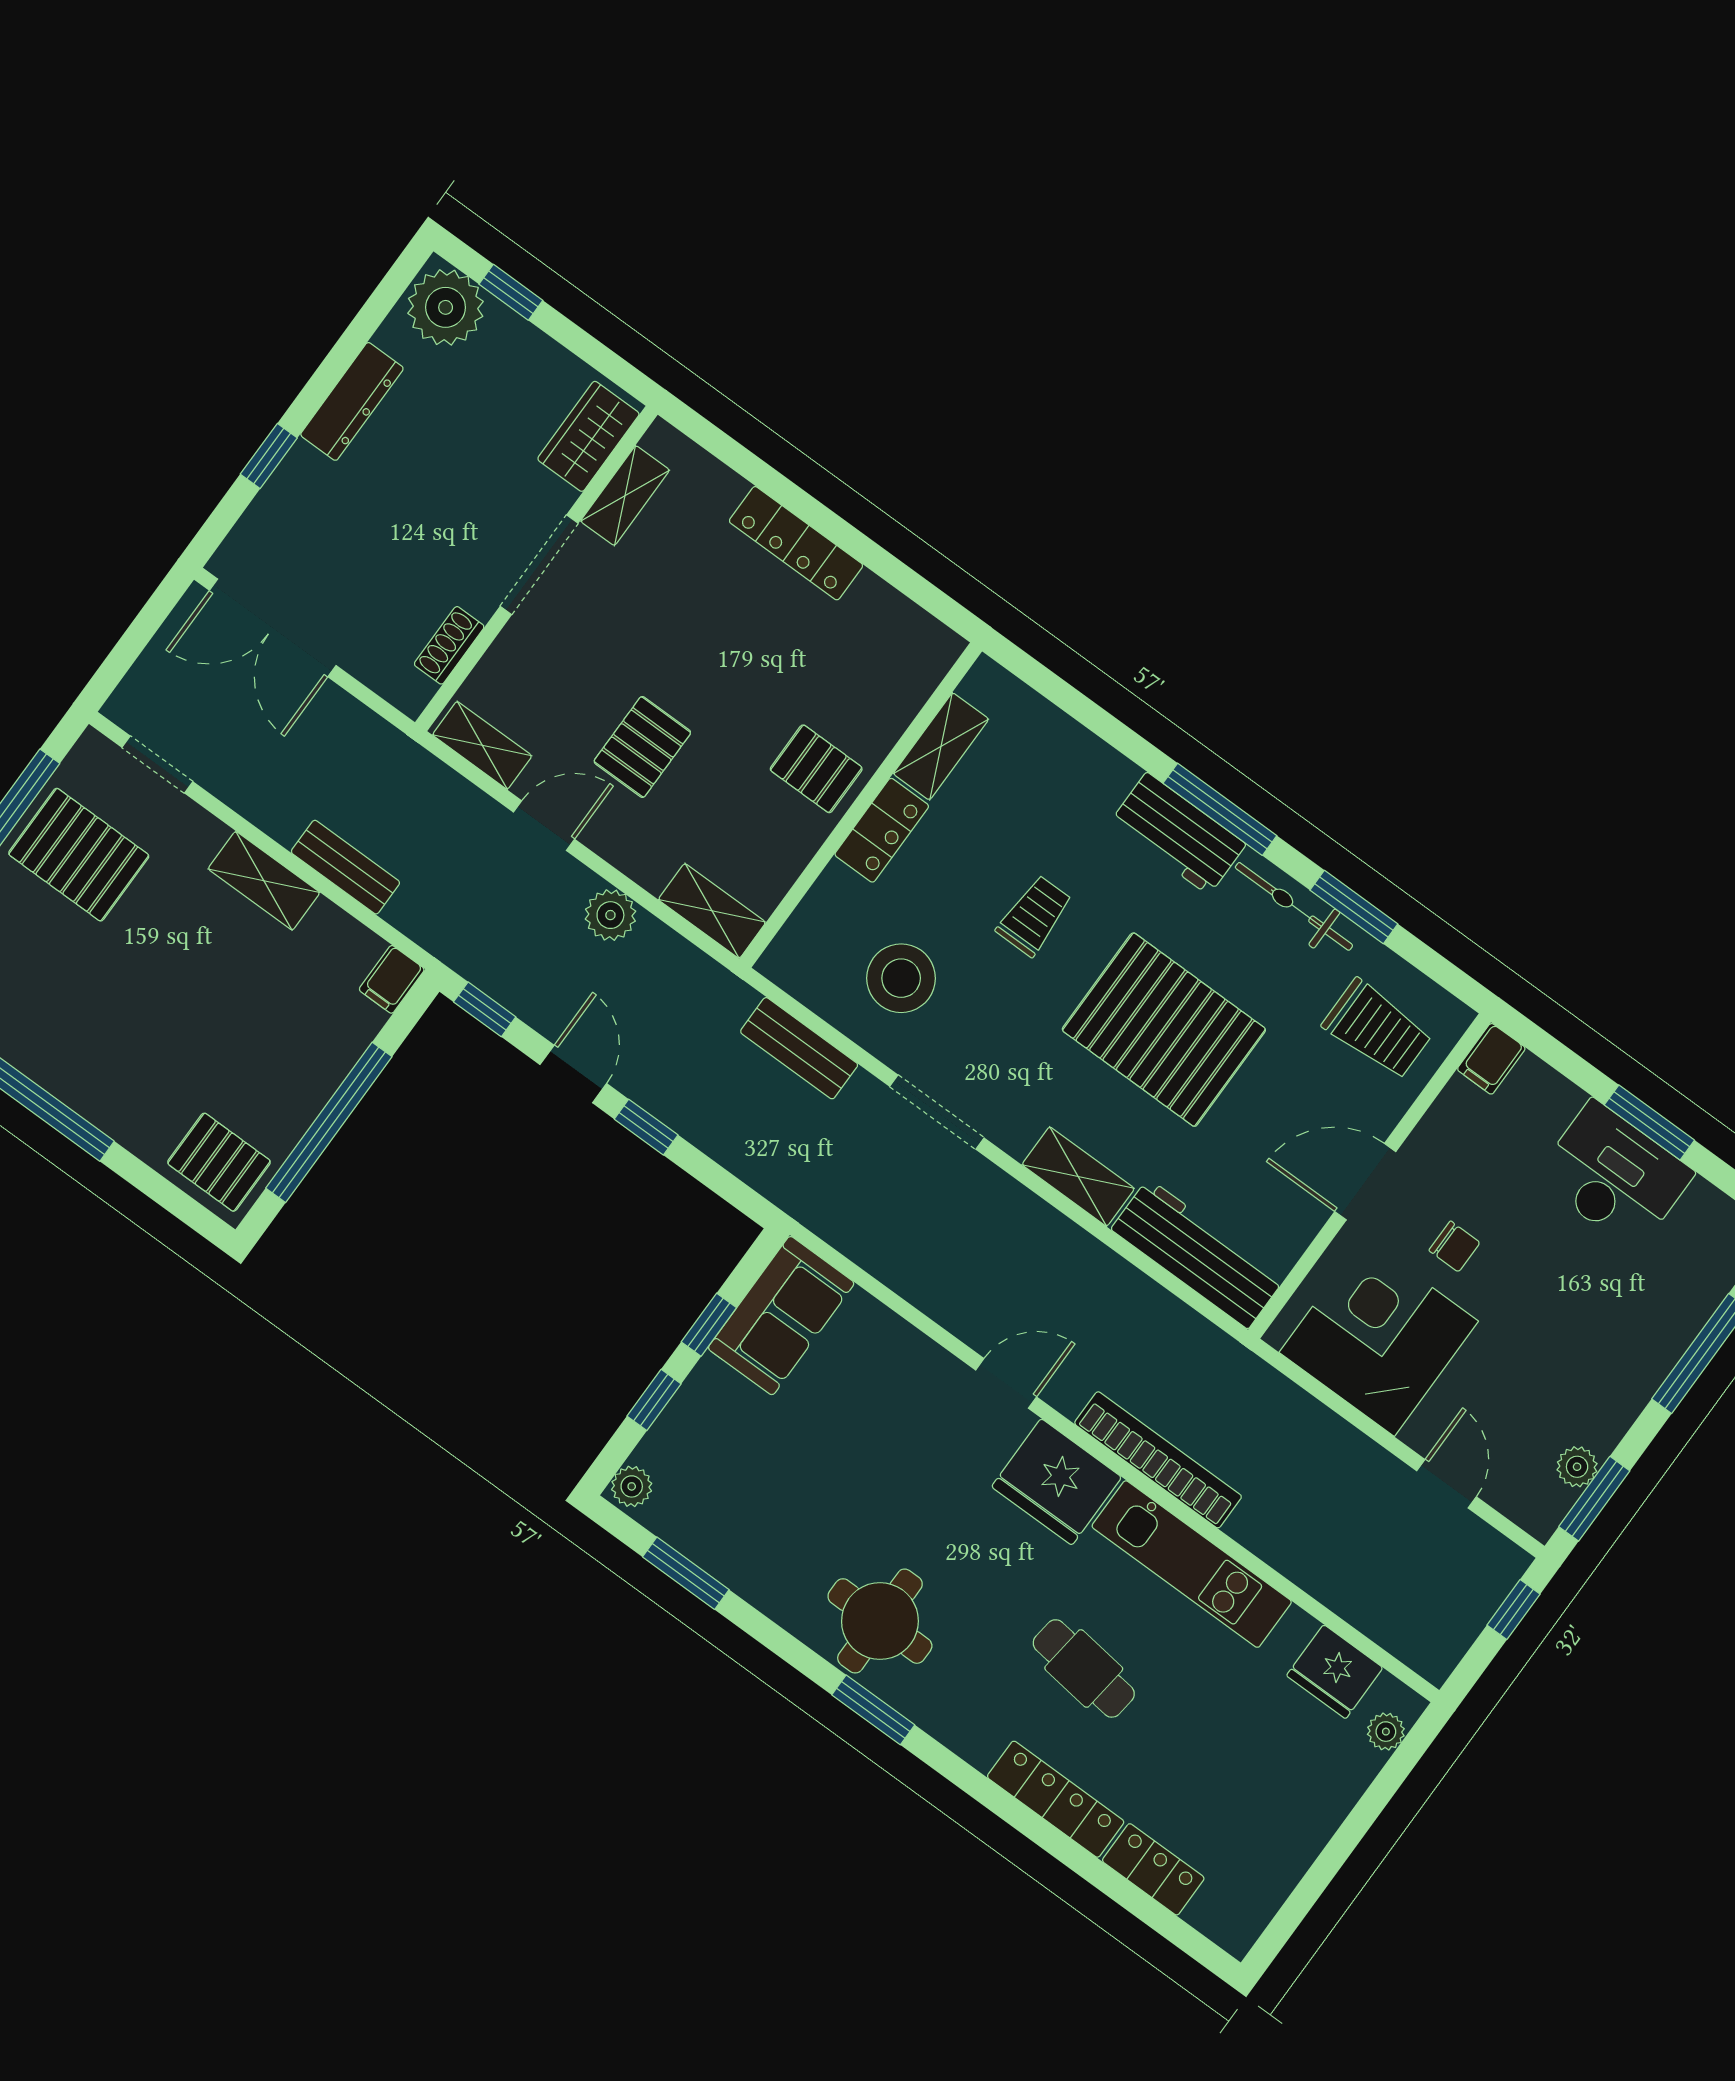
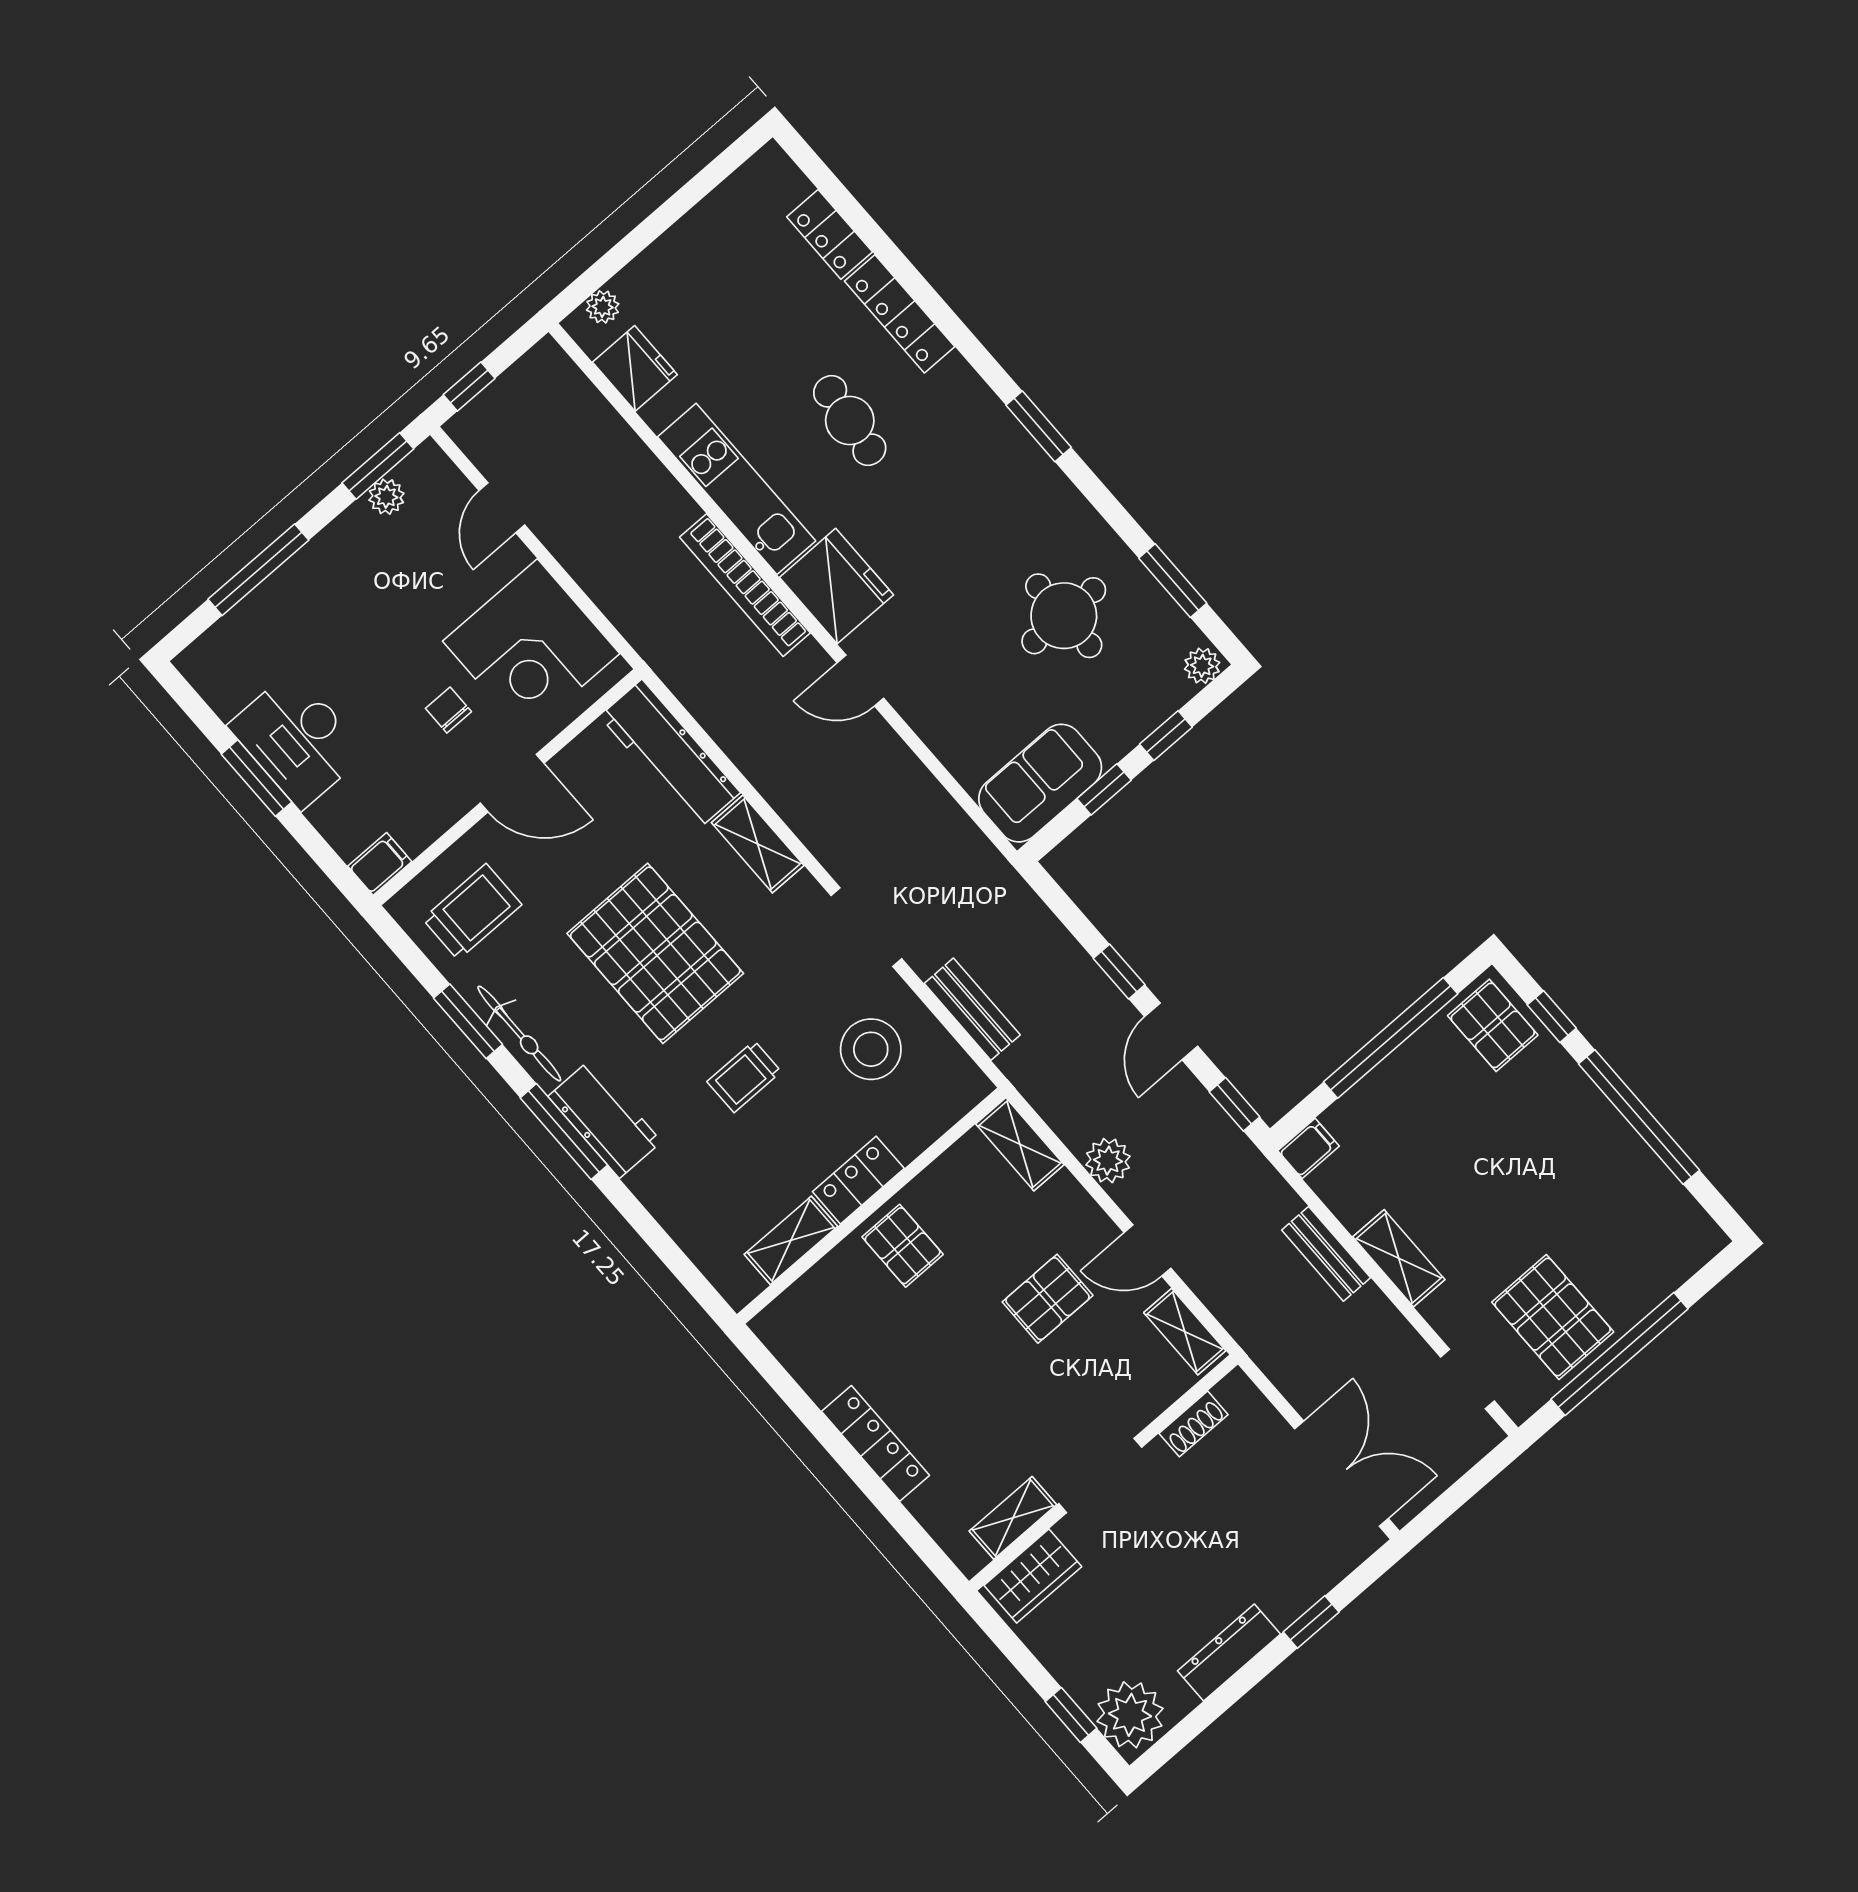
trolley: (1377, 1029) -> (472, 912), turned 90
window: (156, 1187) -> (1552, 1017), added
round table: (880, 1621) -> (1064, 616), moved

